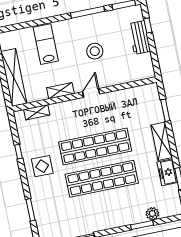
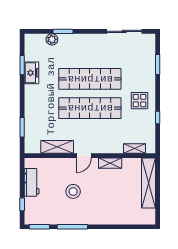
workbench: (139, 37) -> (32, 182), moved
lab bench: (46, 44) -> (115, 206), removed
shelving: (162, 141) -> (57, 147), moved, turned 90

